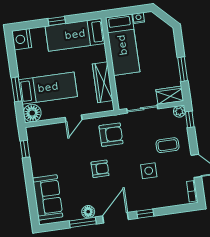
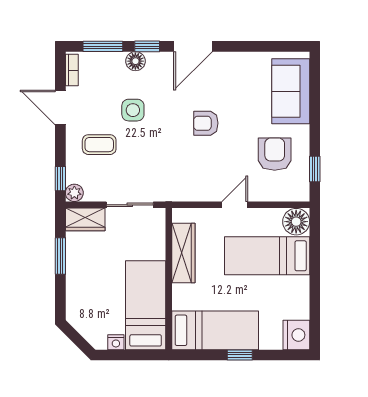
window: (17, 89) -> (315, 260), removed
armchair: (111, 135) -> (275, 154), moved, turned 90
floor lamp: (88, 212) -> (135, 61), moved
window: (83, 222) -> (103, 46), moved

